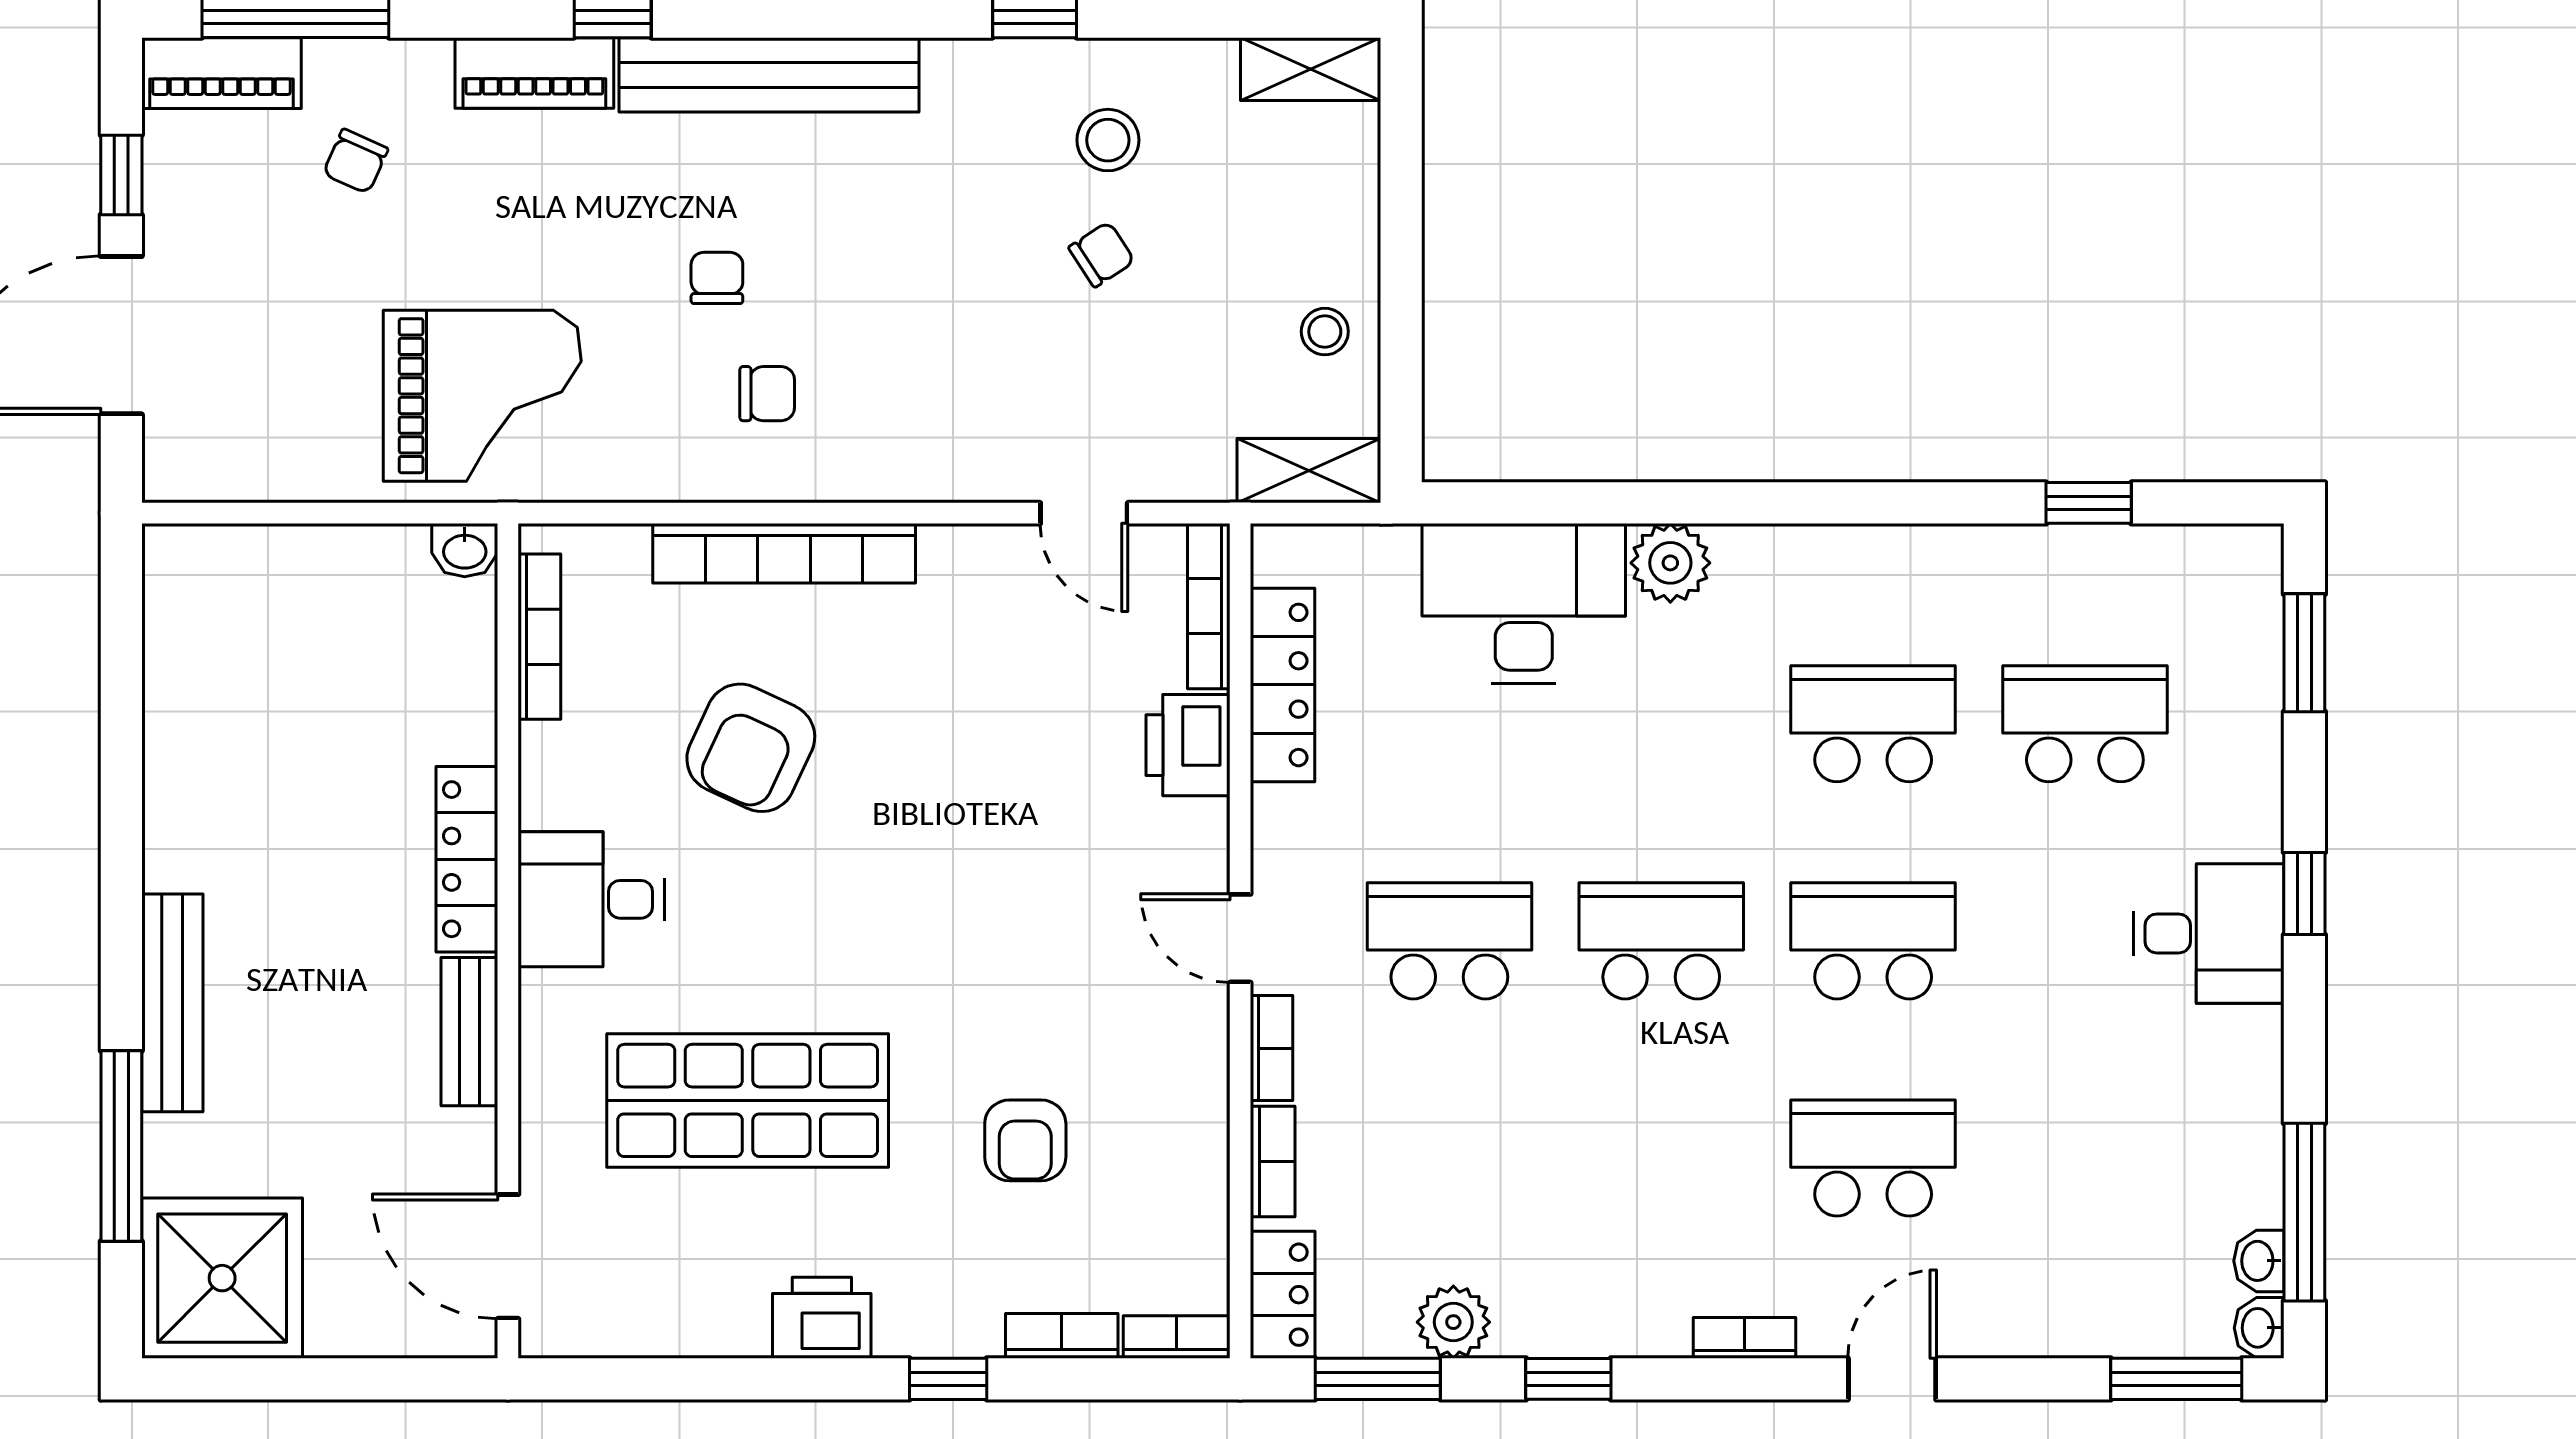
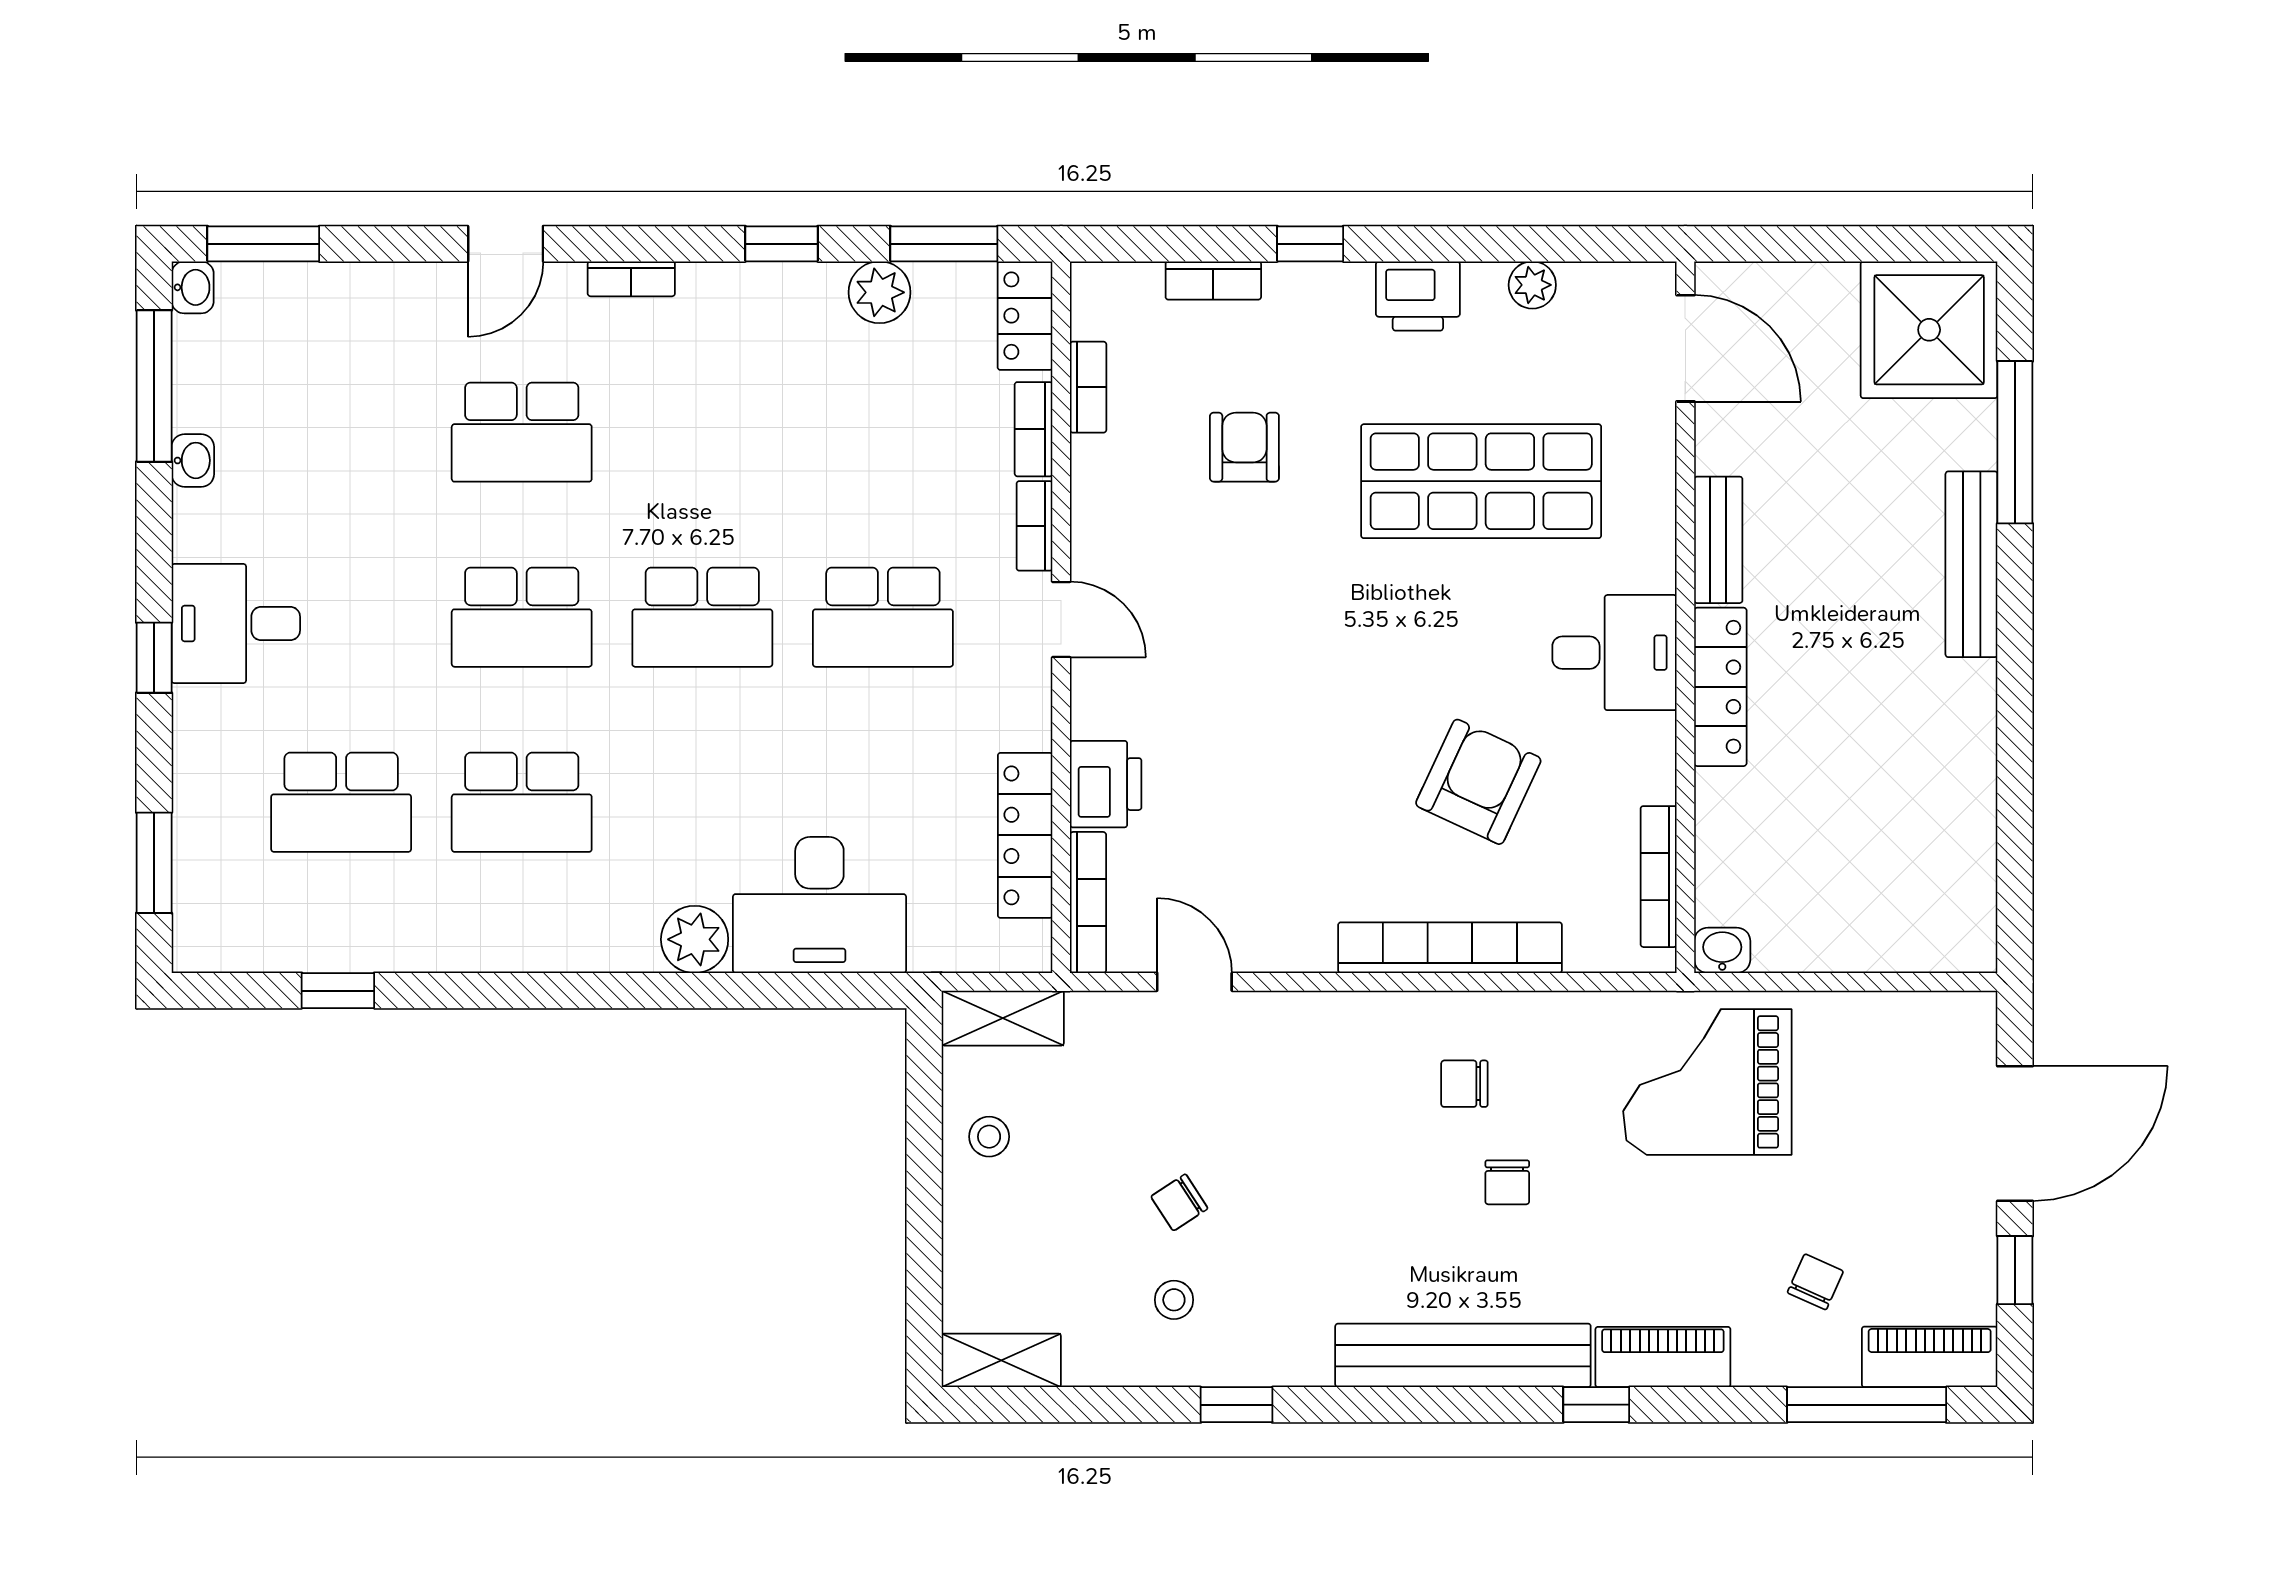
stool: (1108, 140) -> (1174, 1300), width x0.73, depth x0.73
washbasin: (2259, 1261) -> (193, 460), moved
plant: (688, 1331) -> (1532, 285), added
bookcase: (1177, 1337) -> (1088, 387), moved, turned -90

